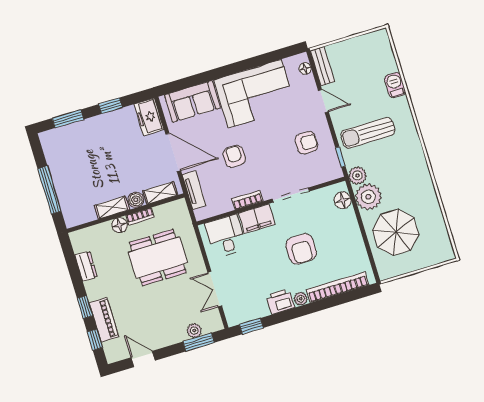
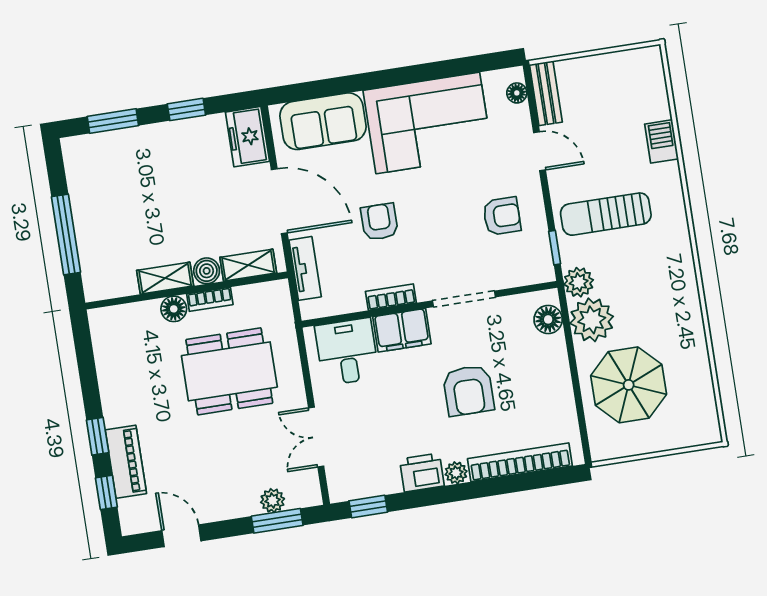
dresser: (86, 266) -> (109, 369), removed

